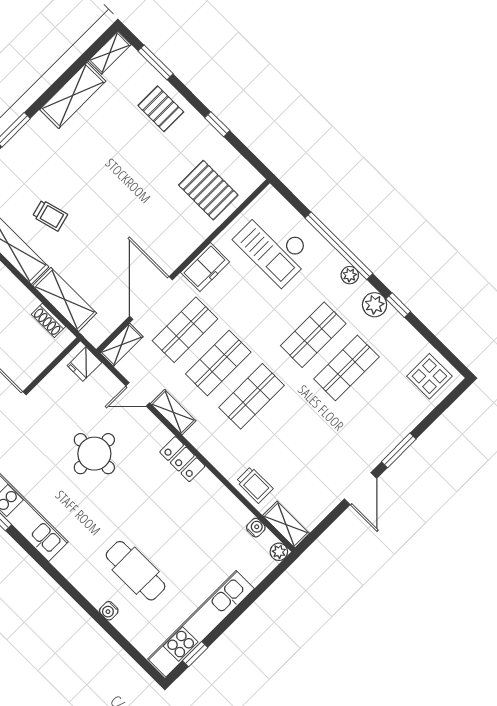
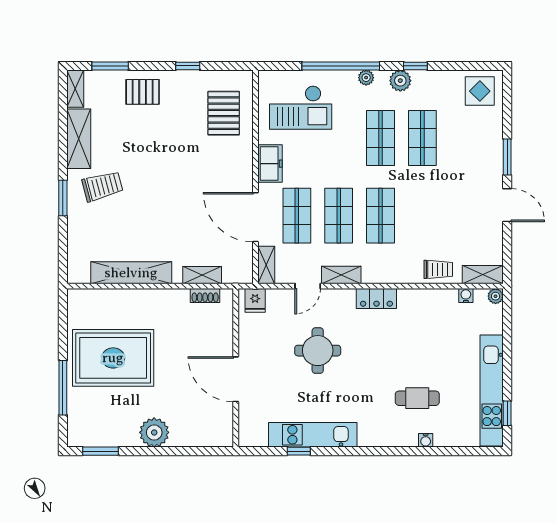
pallet: (208, 190) -> (224, 113), turned 90
trolley: (50, 215) -> (102, 186), moved, width x1.36, depth x1.39
shelving: (65, 299) -> (202, 275), width x0.67, depth x0.75
cafe table: (136, 571) -> (417, 398), width x0.73, depth x0.74

